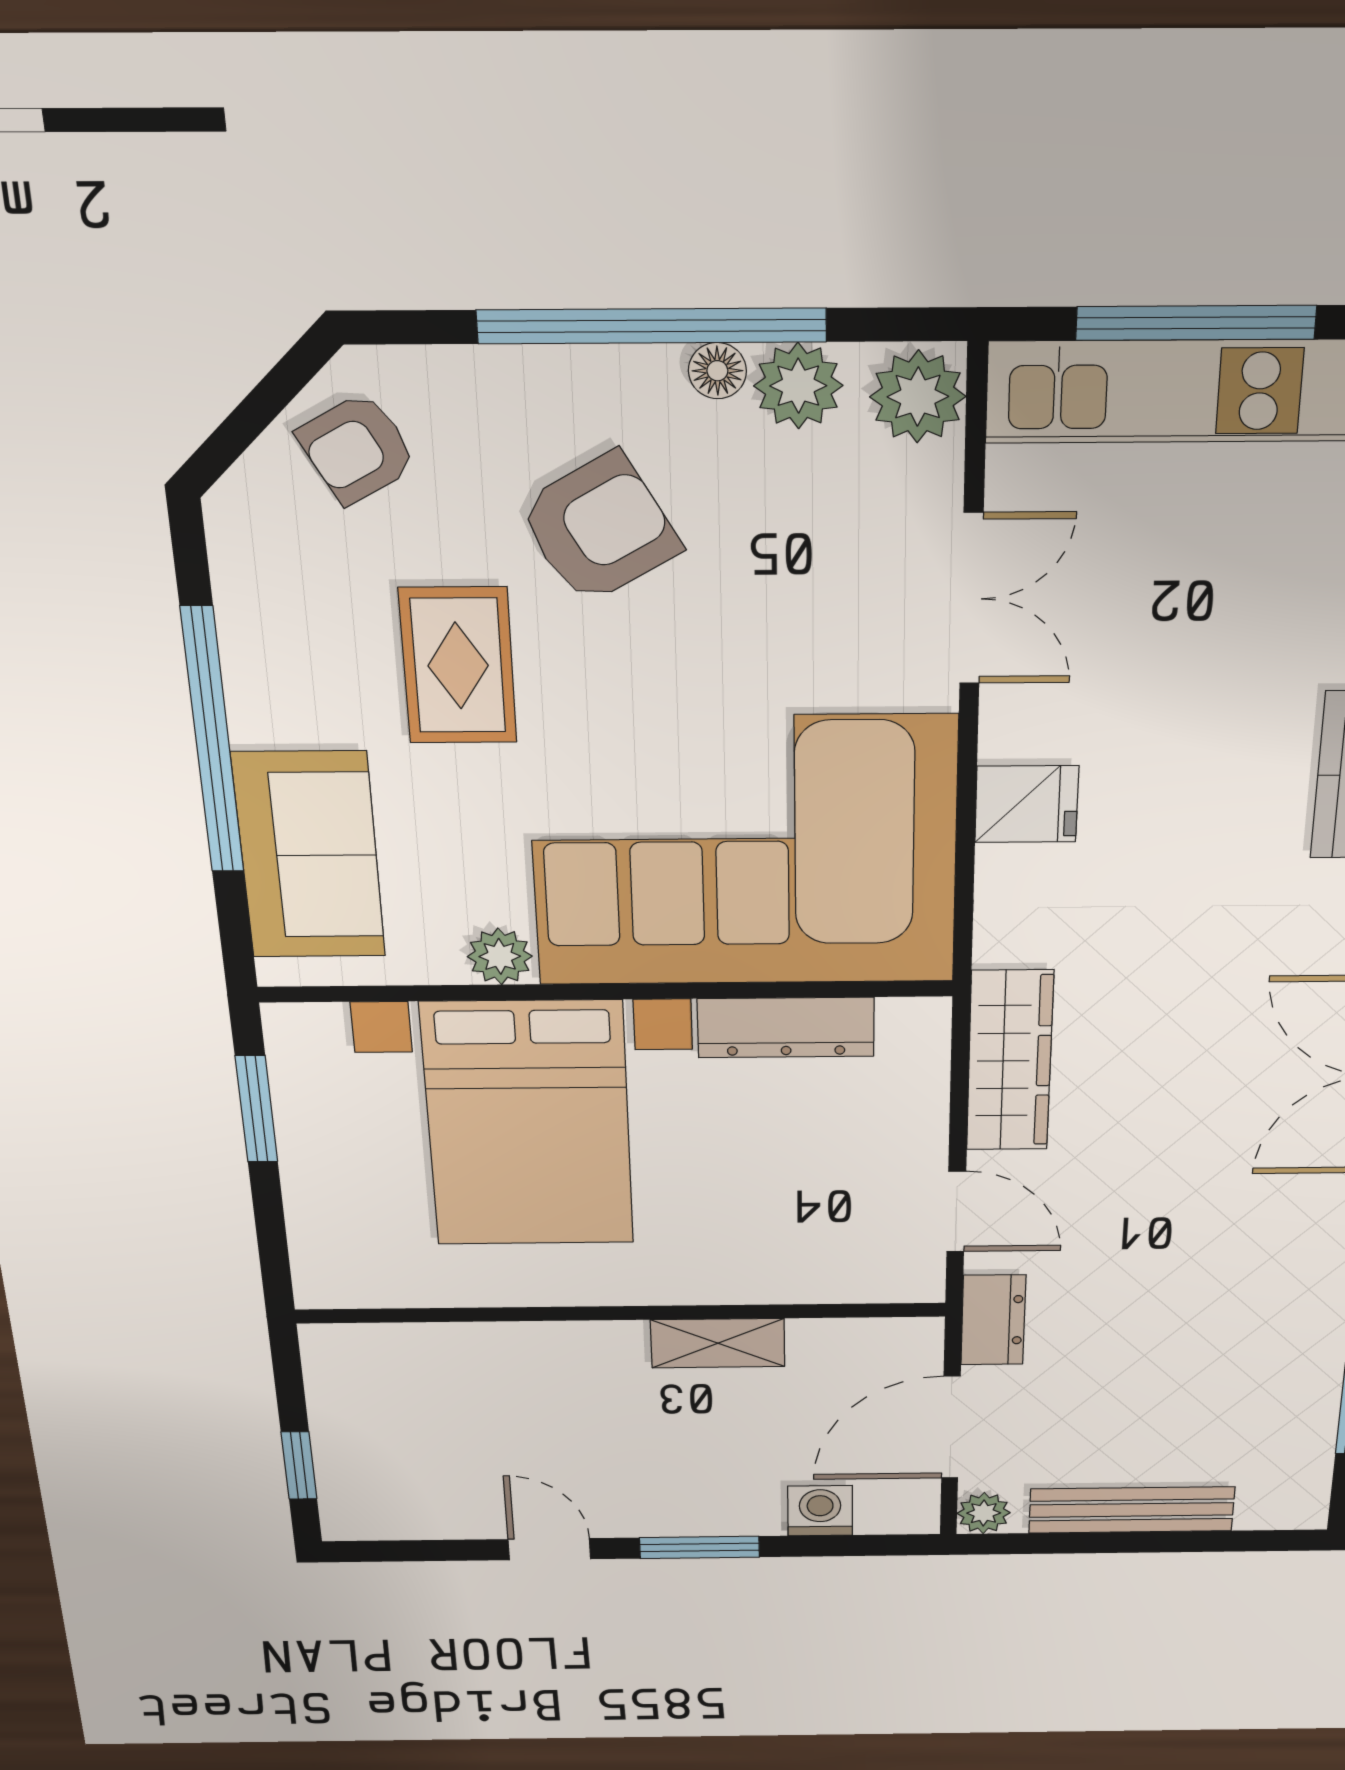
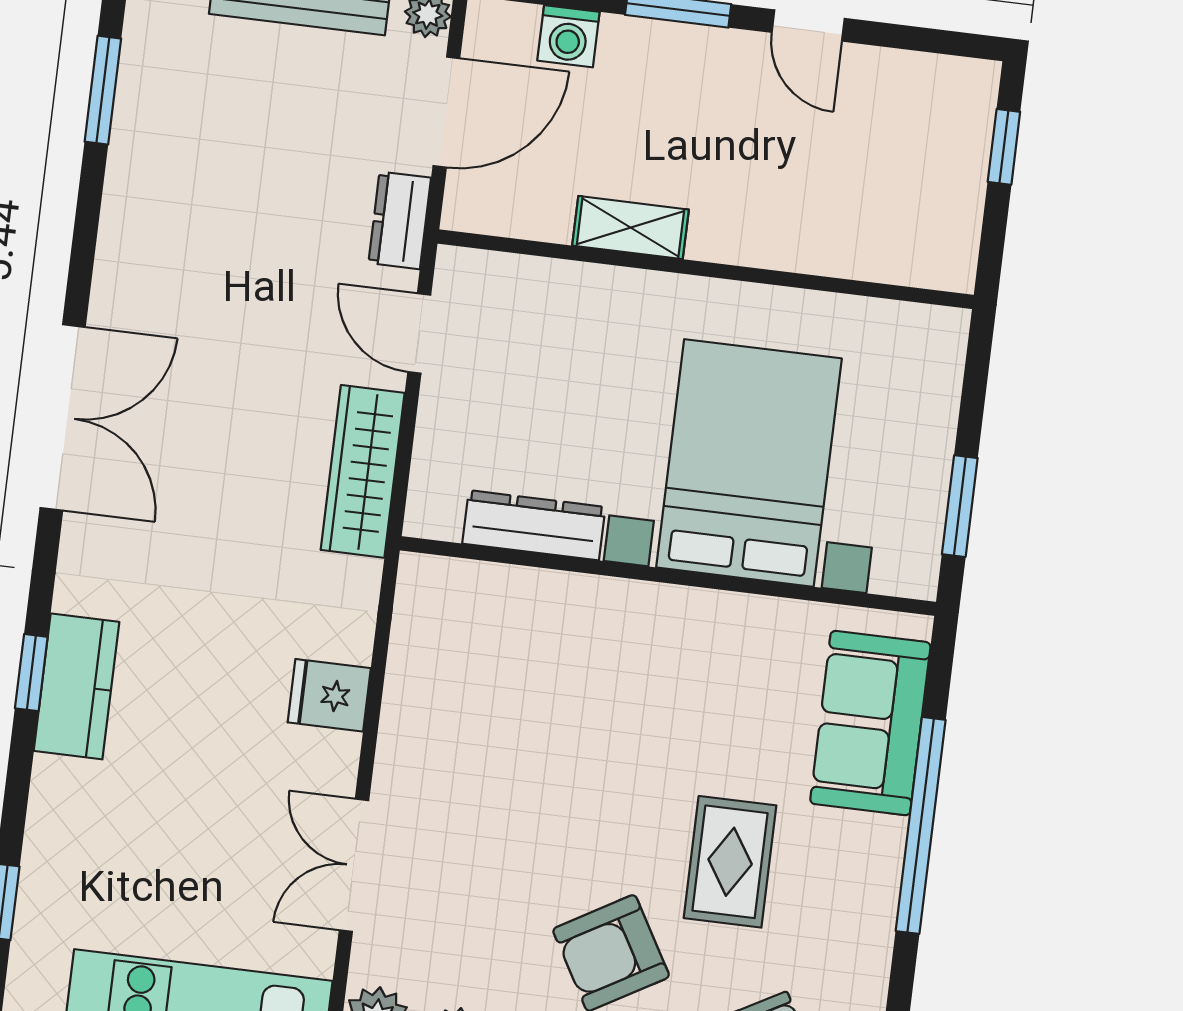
corner sofa: (744, 852) -> (545, 683), removed
plant: (500, 956) -> (744, 618), removed

